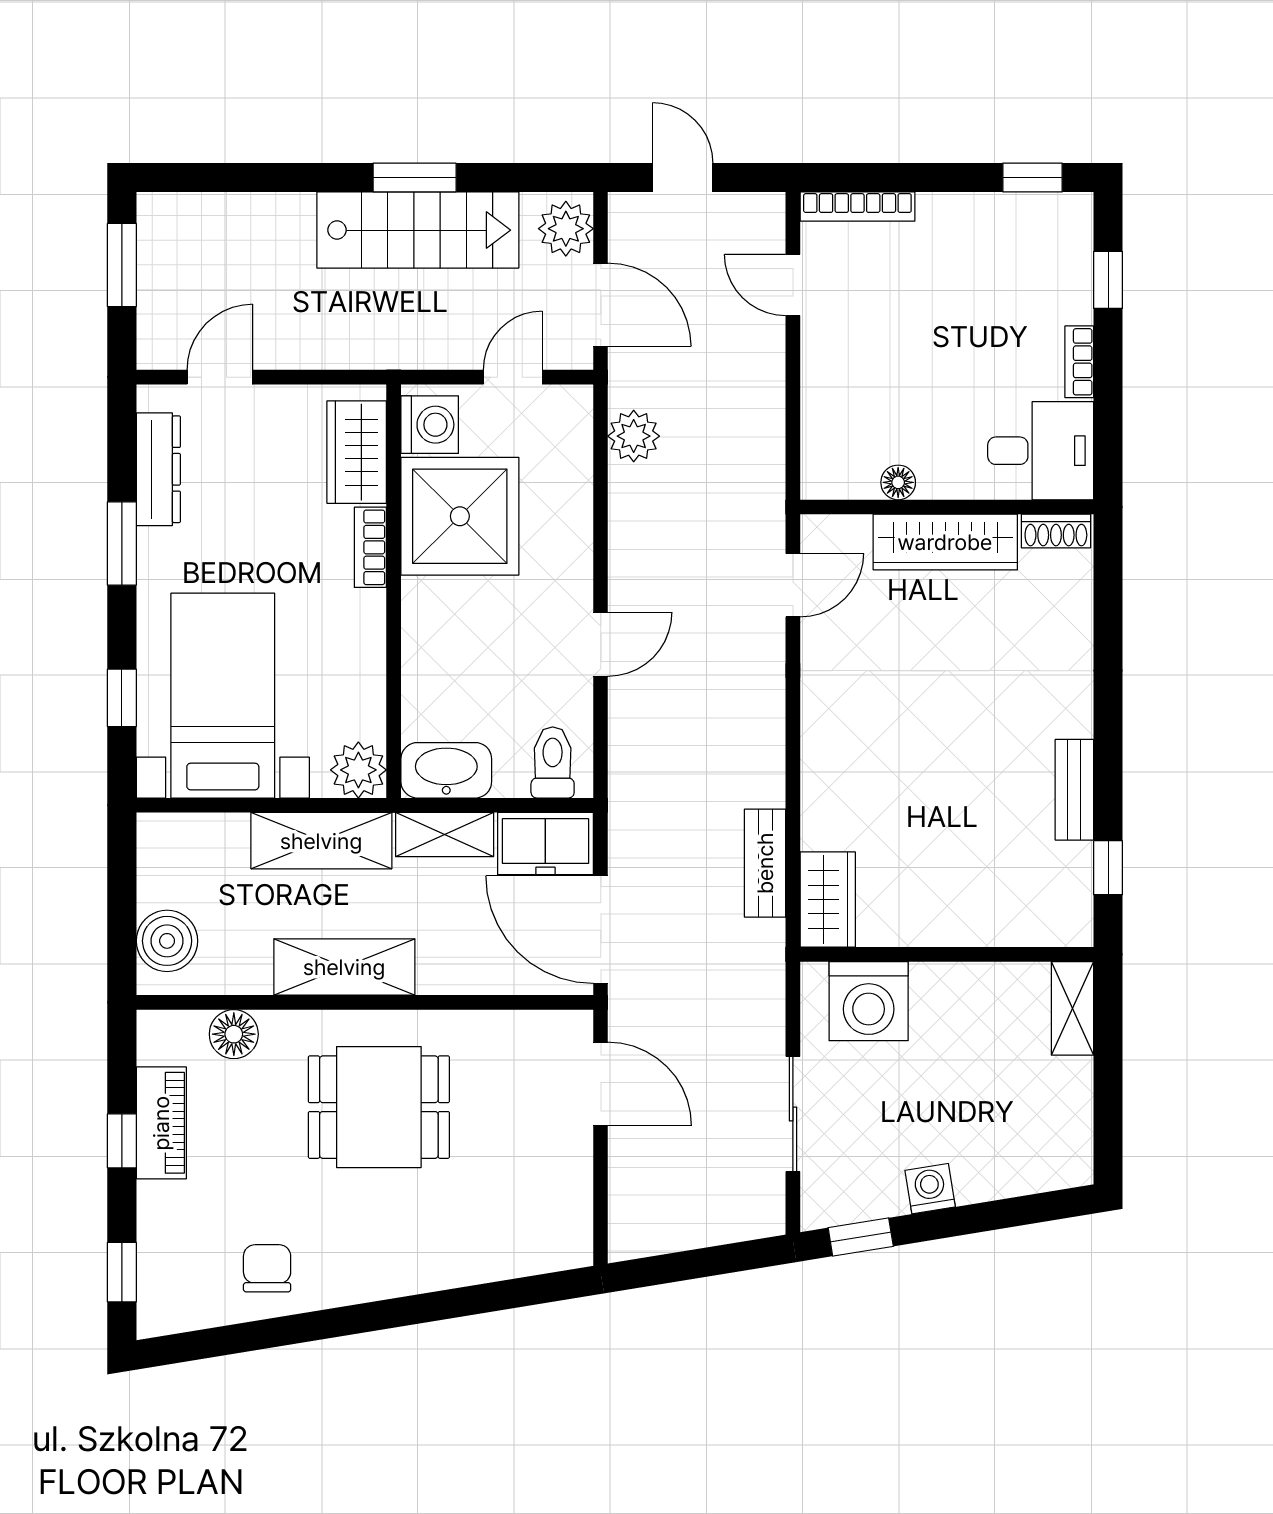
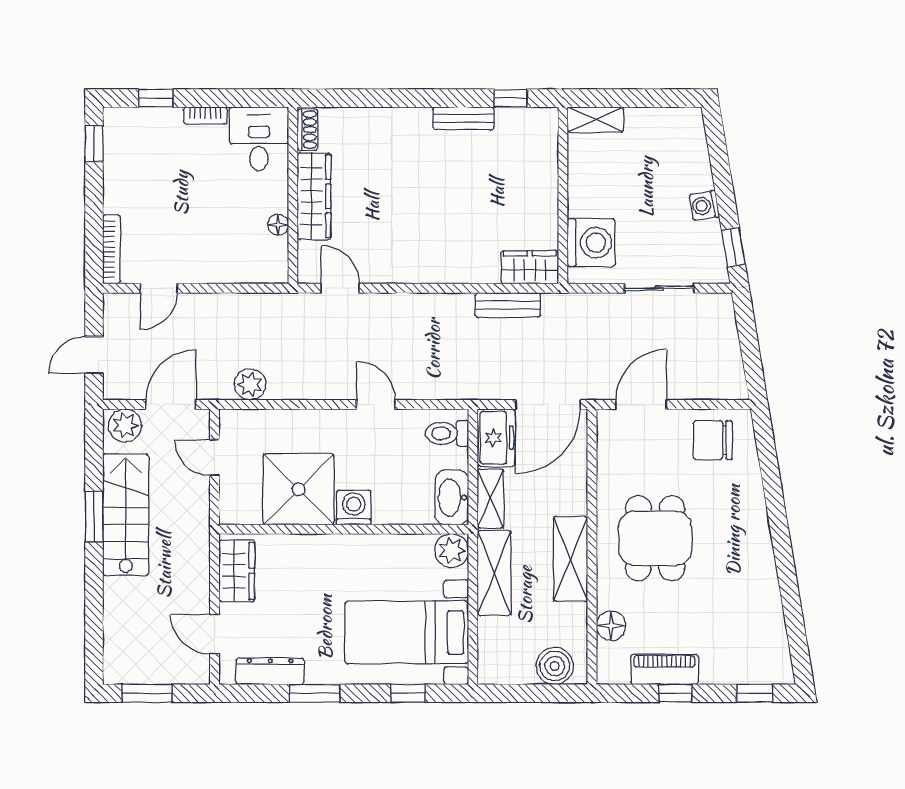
washing machine: (430, 425) -> (354, 508), moved
wardrobe: (357, 452) -> (237, 571), moved, turned -90
bookcase: (370, 547) -> (317, 543), removed
chair: (267, 1268) -> (713, 440), moved, width x1.37, depth x1.37

